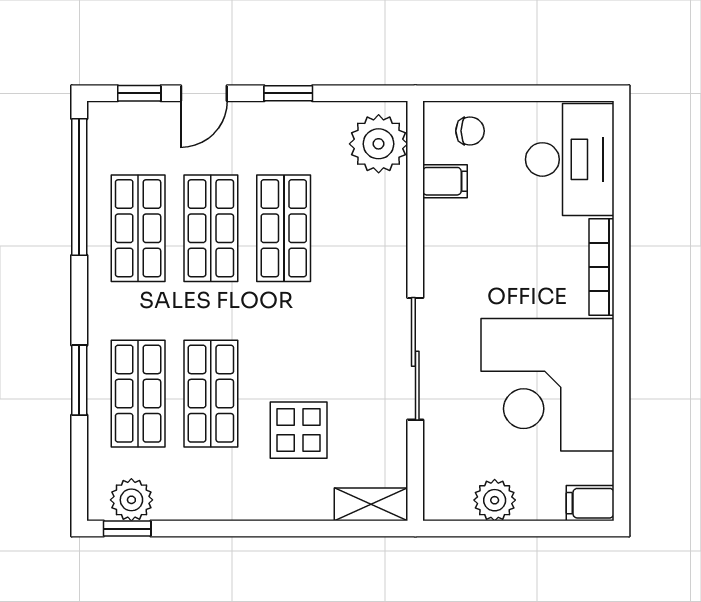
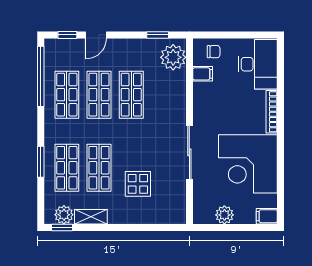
window: (288, 93) -> (158, 35), moved
shelving: (371, 504) -> (91, 217), moved

